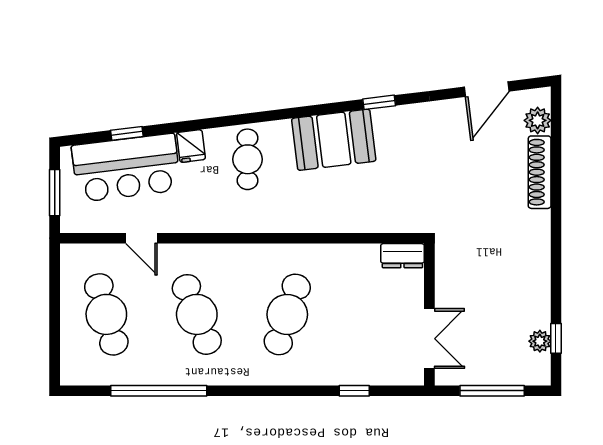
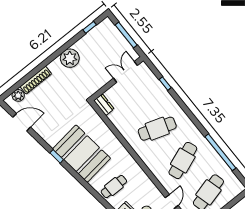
booth: (334, 140) -> (82, 154), width x1.36, depth x1.42
plant: (540, 341) -> (70, 58), moved, width x1.87, depth x1.87

